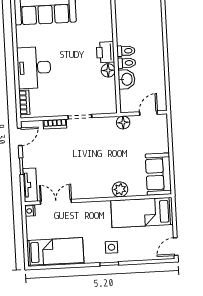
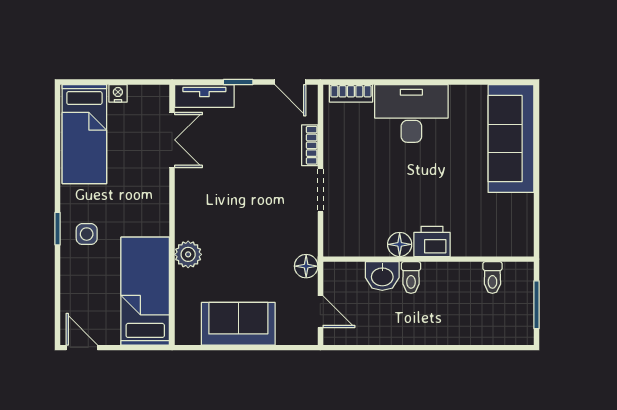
toilet: (126, 51) -> (492, 278), moved
sofa: (158, 174) -> (238, 324), moved
nightstand: (30, 211) -> (118, 93), moved

